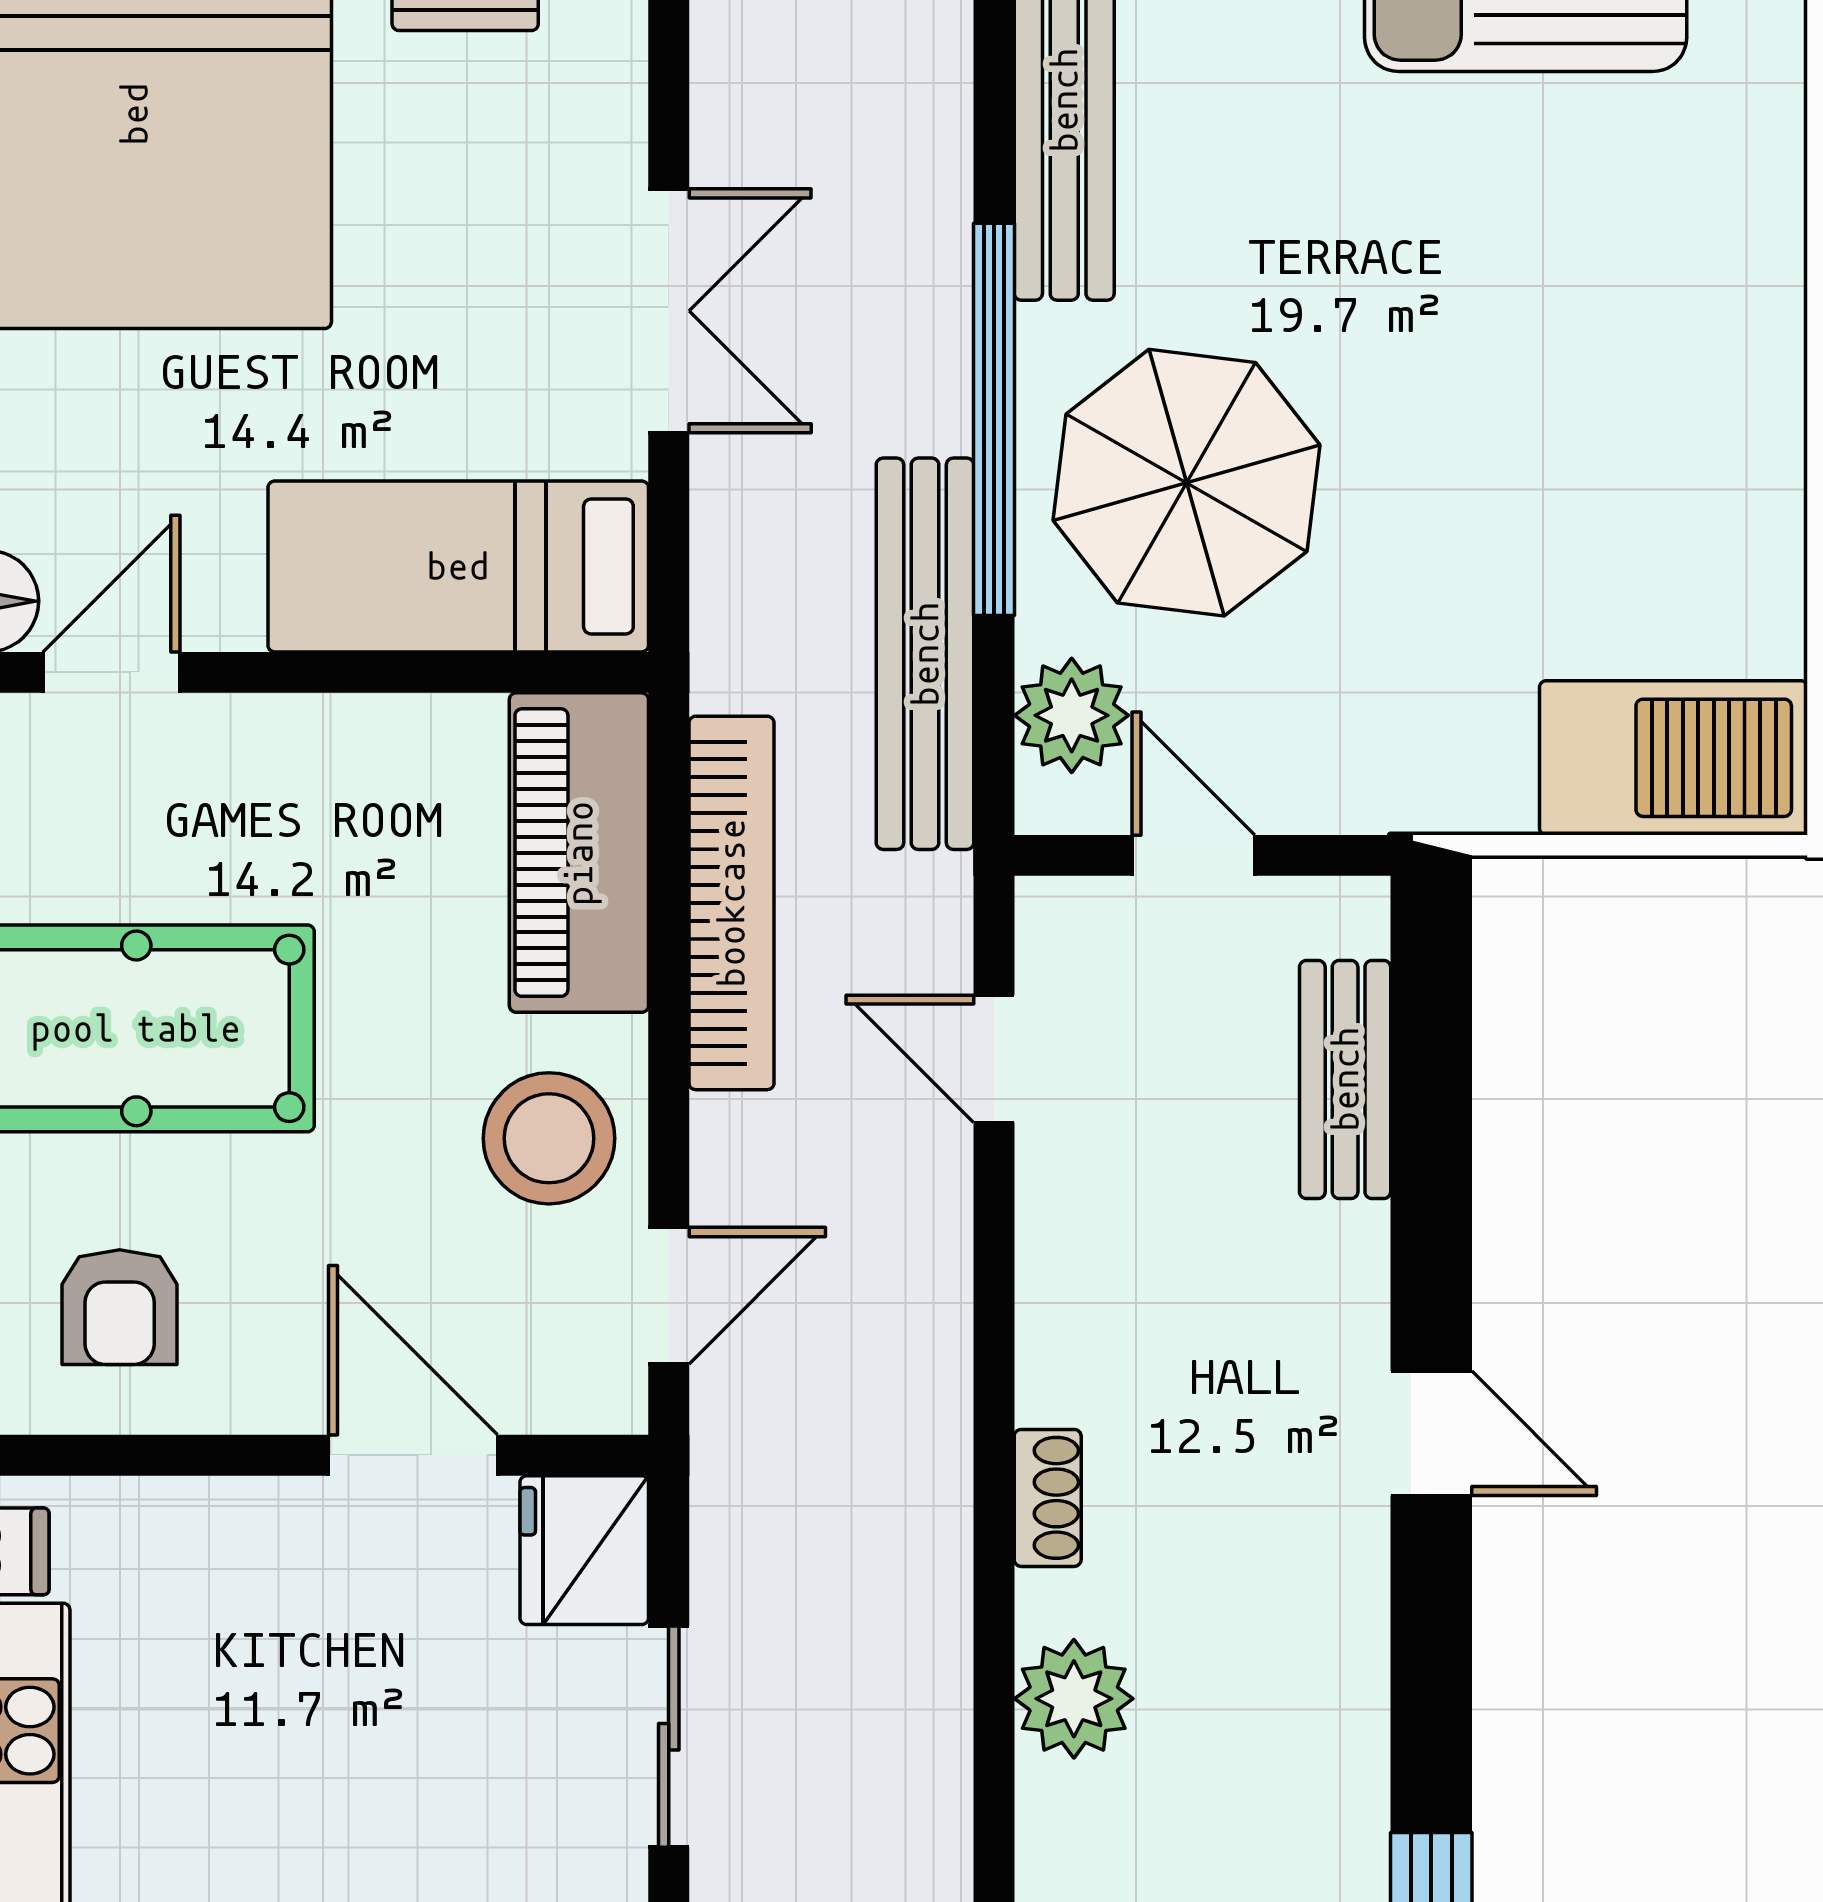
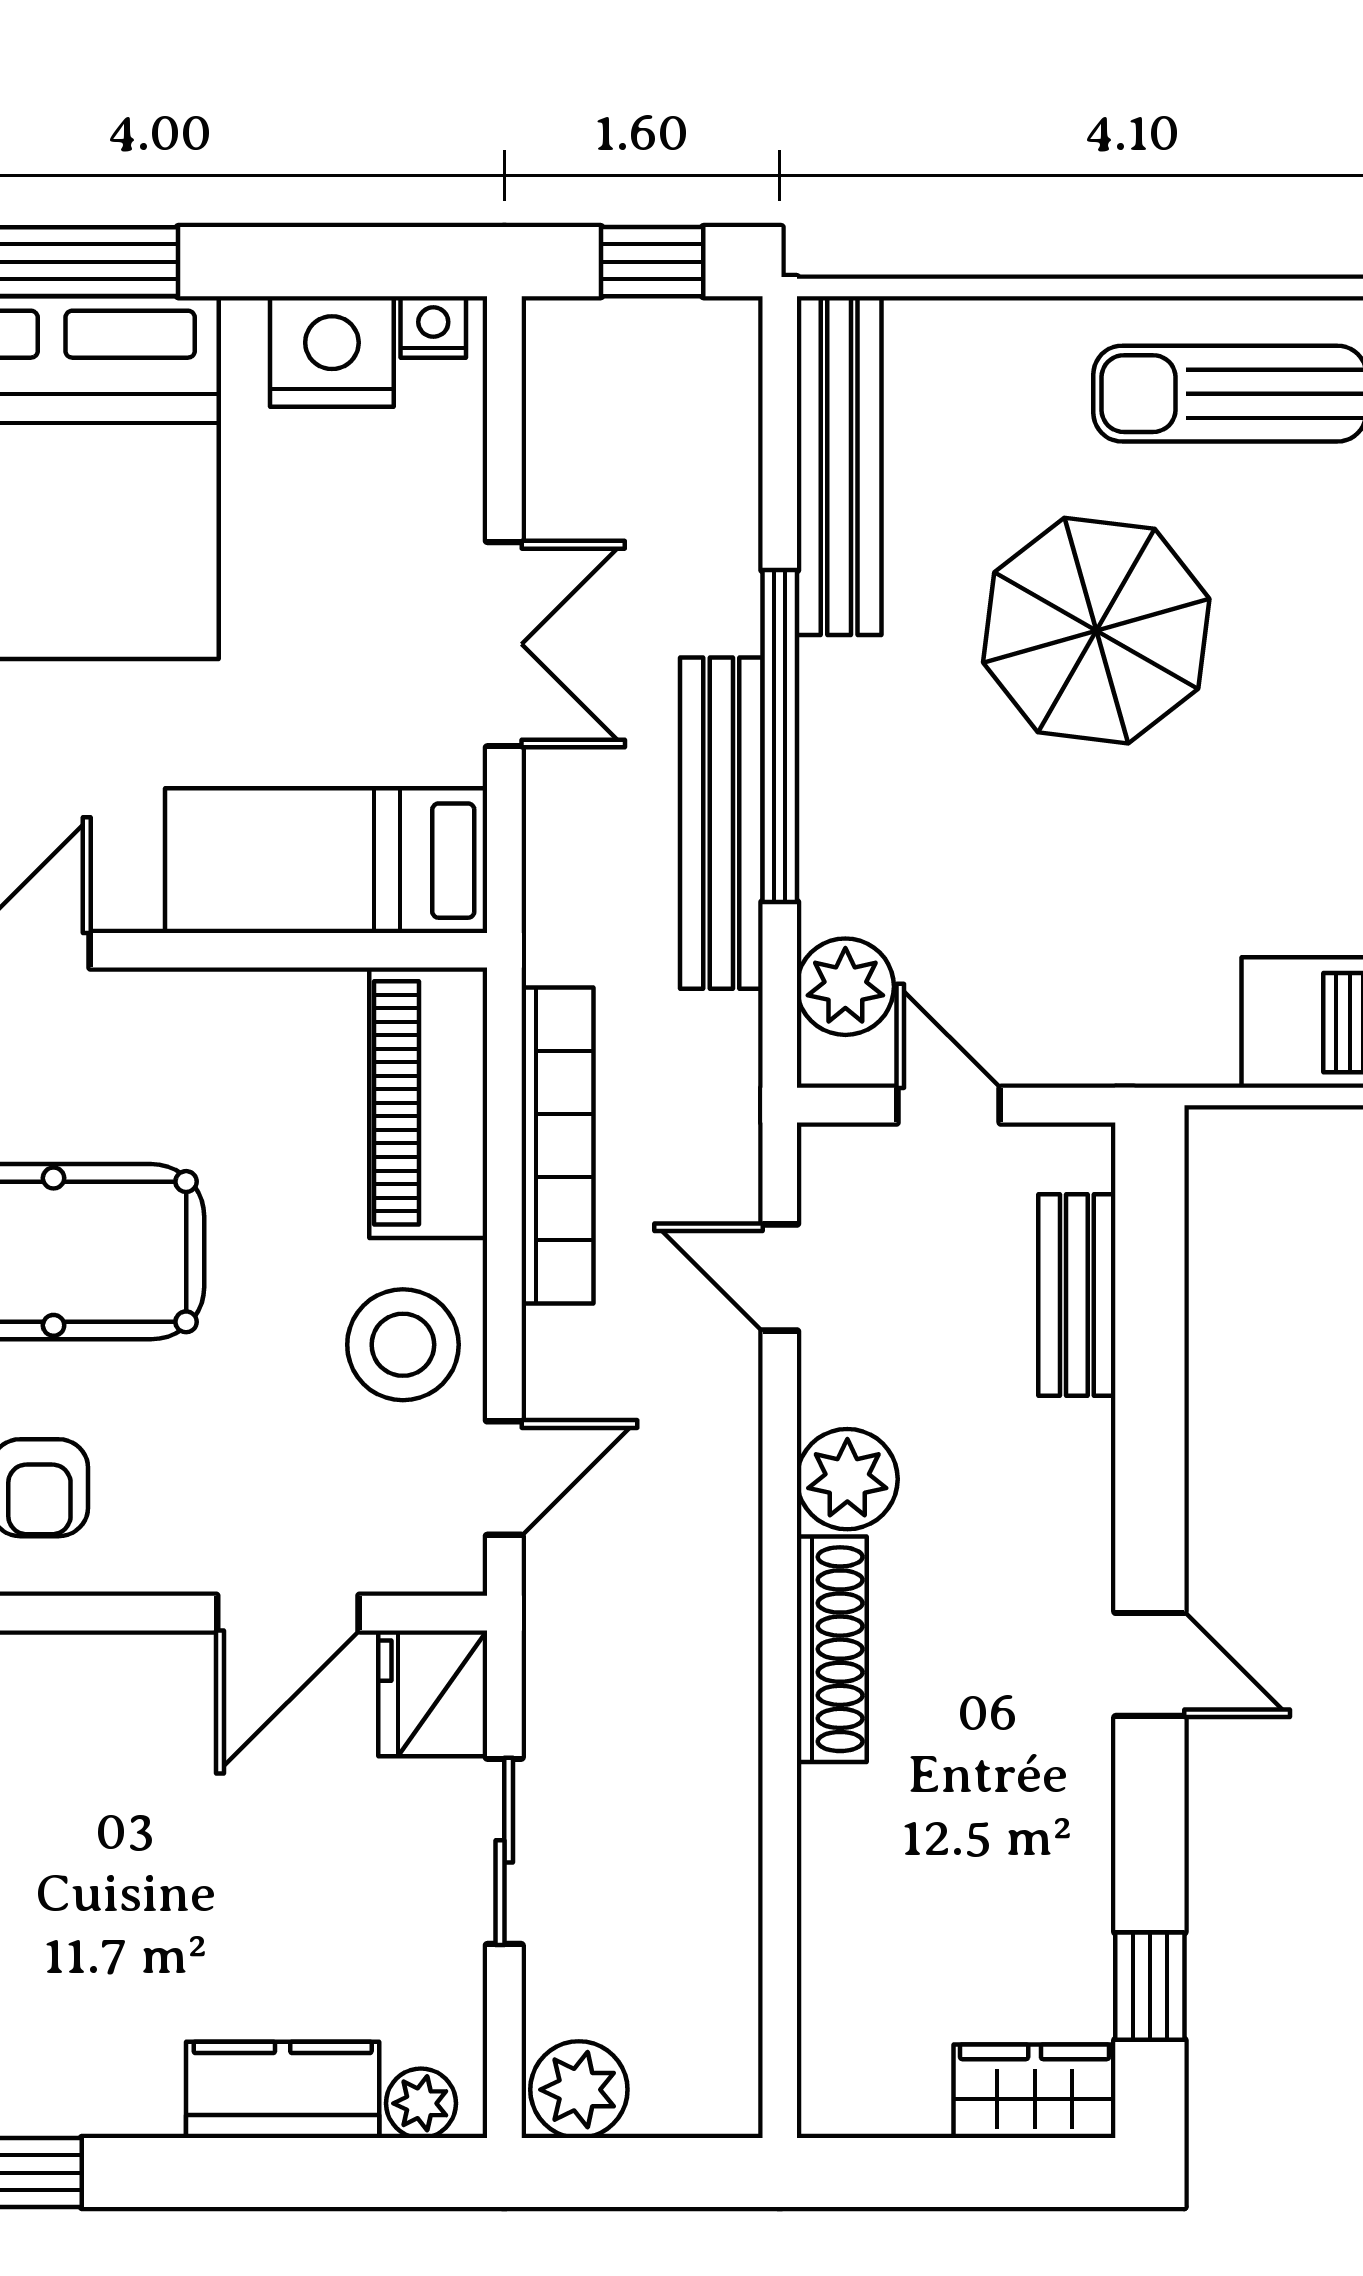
parasol: (1187, 483) -> (1096, 631), moved
bench: (925, 654) -> (721, 823), moved
door: (1431, 1433) -> (1150, 1664), moved
door: (413, 1455) -> (288, 1613), swing flipped
shoe rack: (1048, 1498) -> (832, 1649), width x1.94, depth x1.24
plant: (1074, 1699) -> (847, 1479), moved

